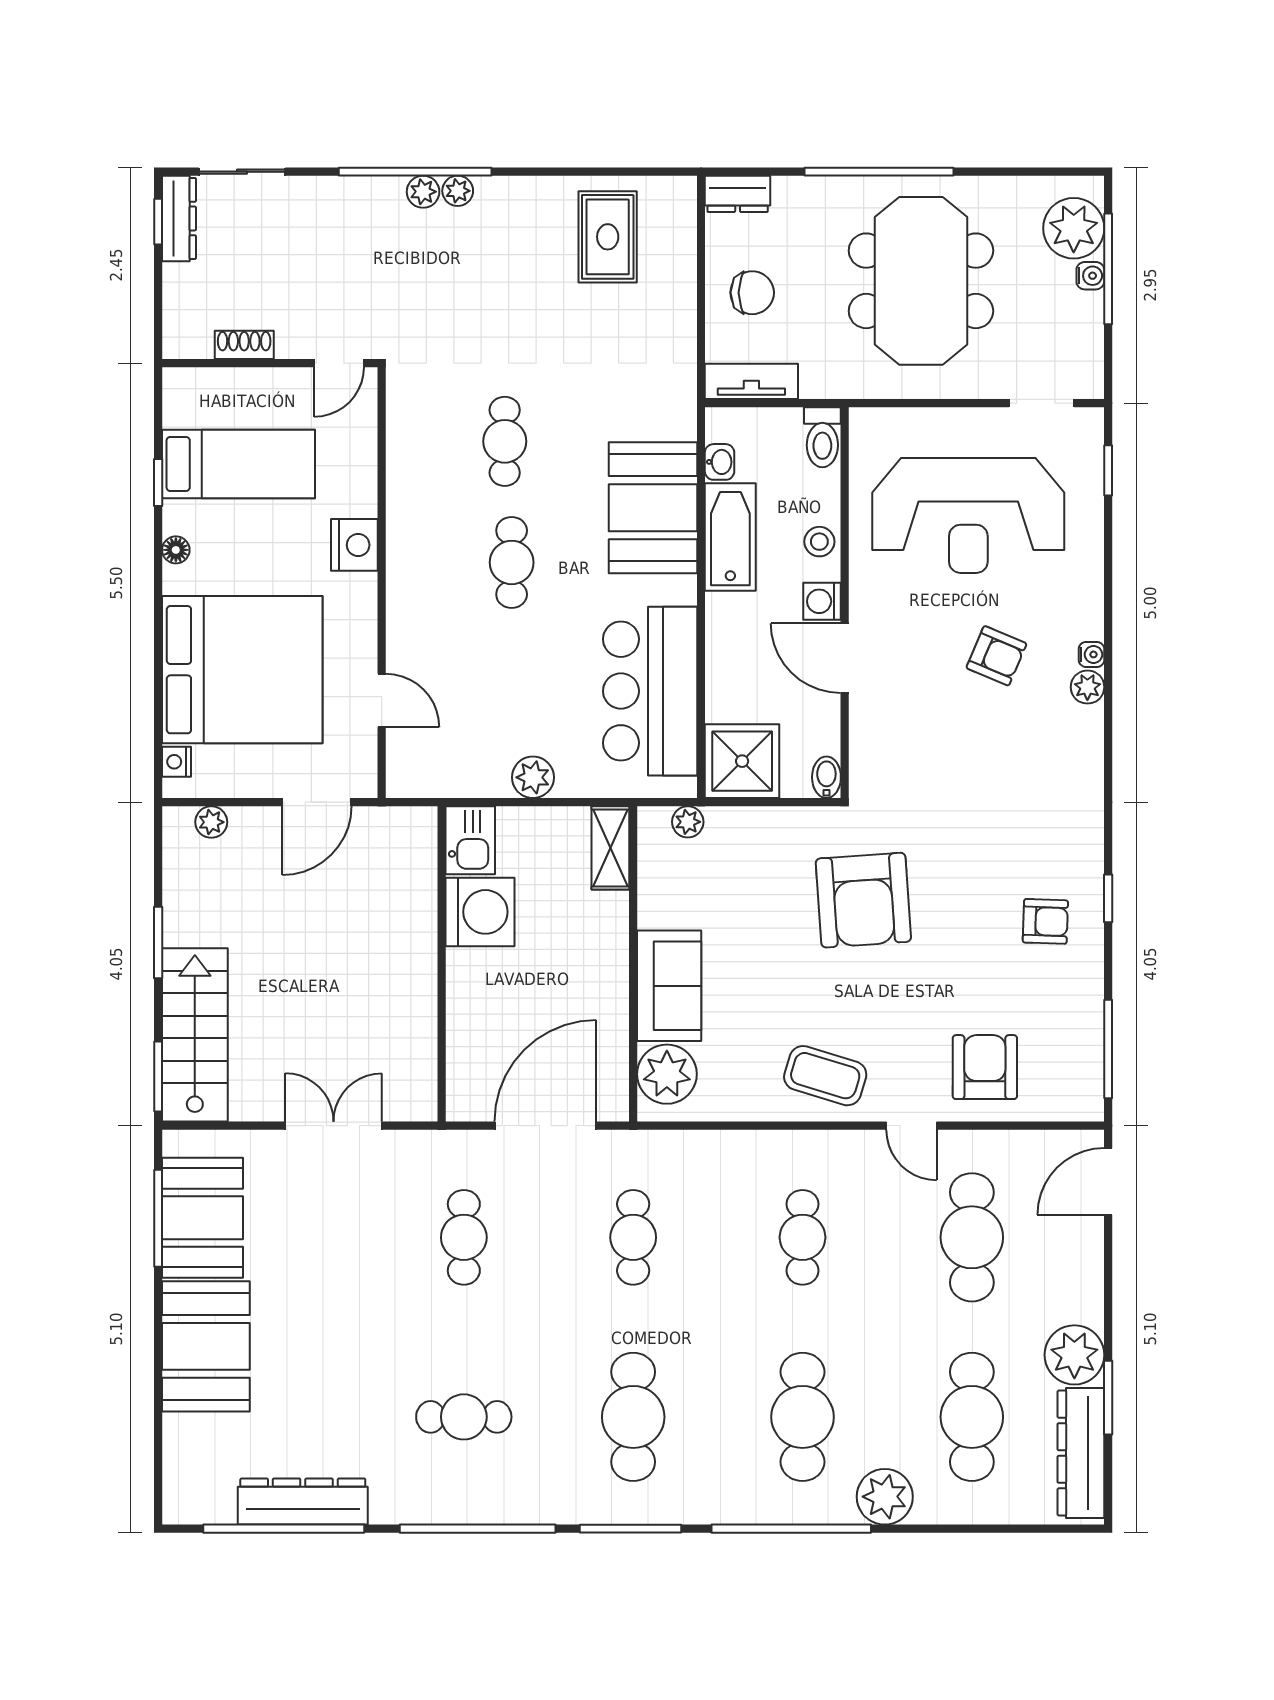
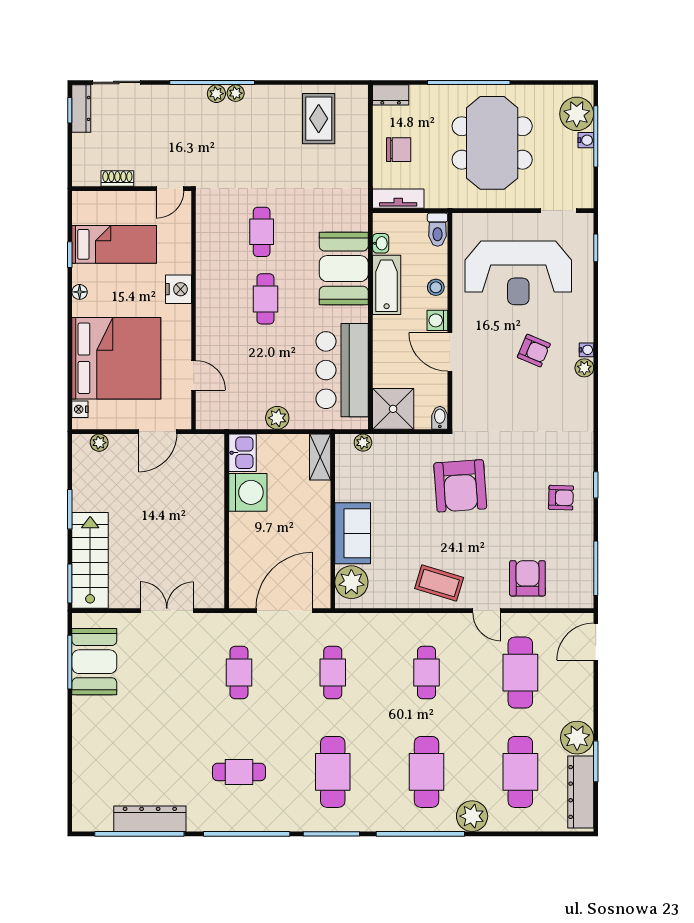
booth: (206, 1346) -> (96, 733), removed

